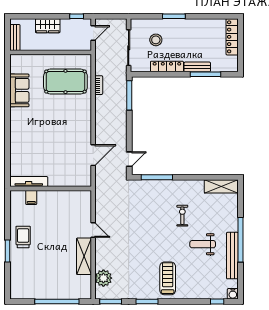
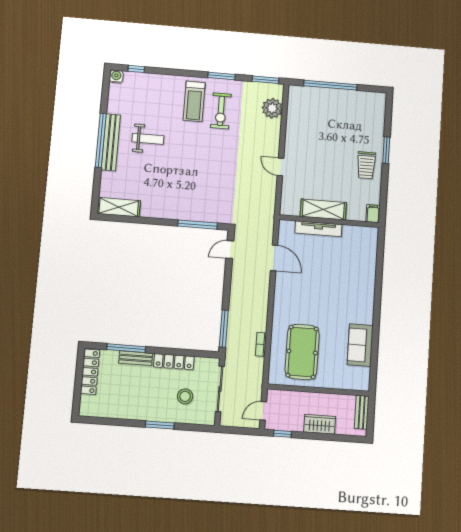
locker: (232, 37) -> (90, 372), moved
pool table: (65, 82) -> (302, 352), turned 90
door: (93, 155) -> (274, 258), swing flipped
tv unit: (29, 182) -> (318, 229), moved
filing cabinet: (31, 197) -> (373, 214), moved
exercise bike: (182, 216) -> (221, 111), moved, width x1.38, depth x1.39
shelving: (84, 256) -> (323, 210), moved, turned 90
bench: (232, 256) -> (111, 142), moved

